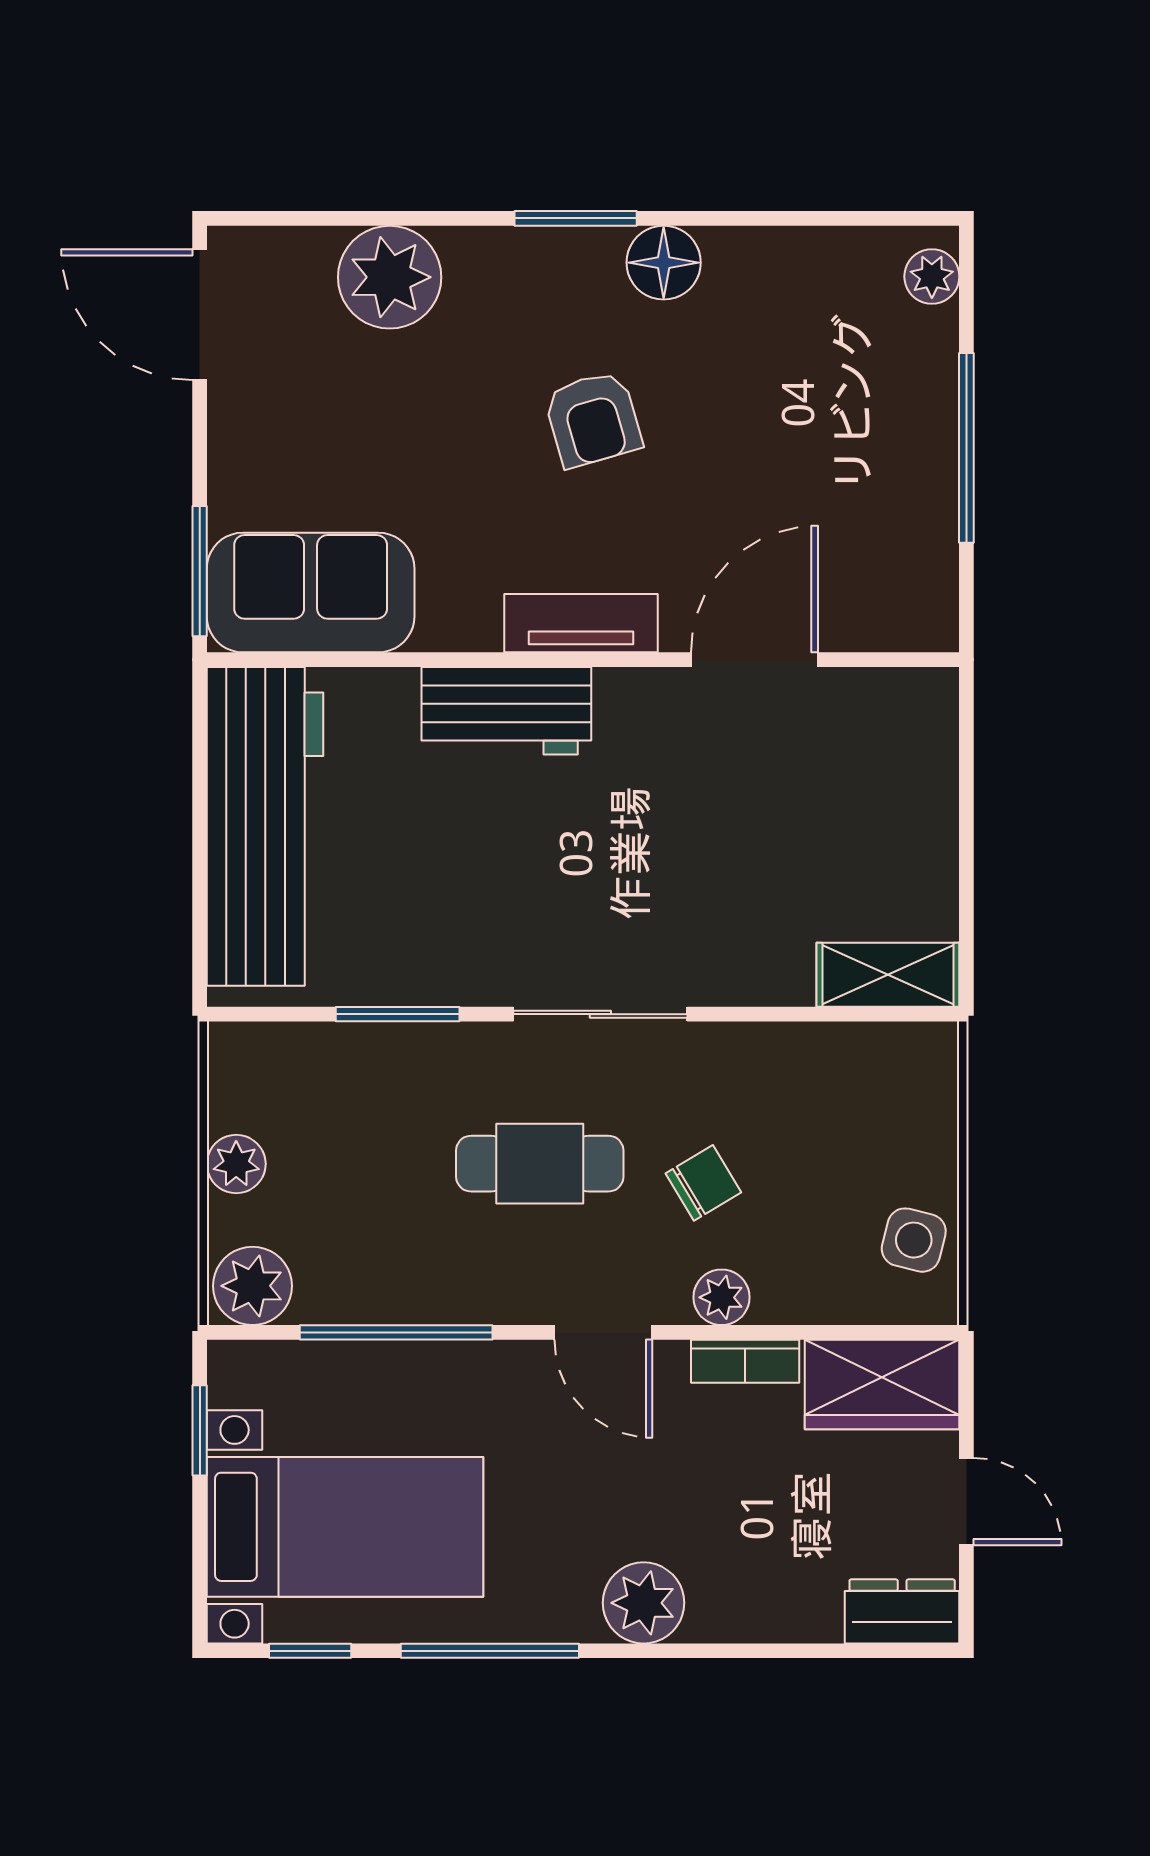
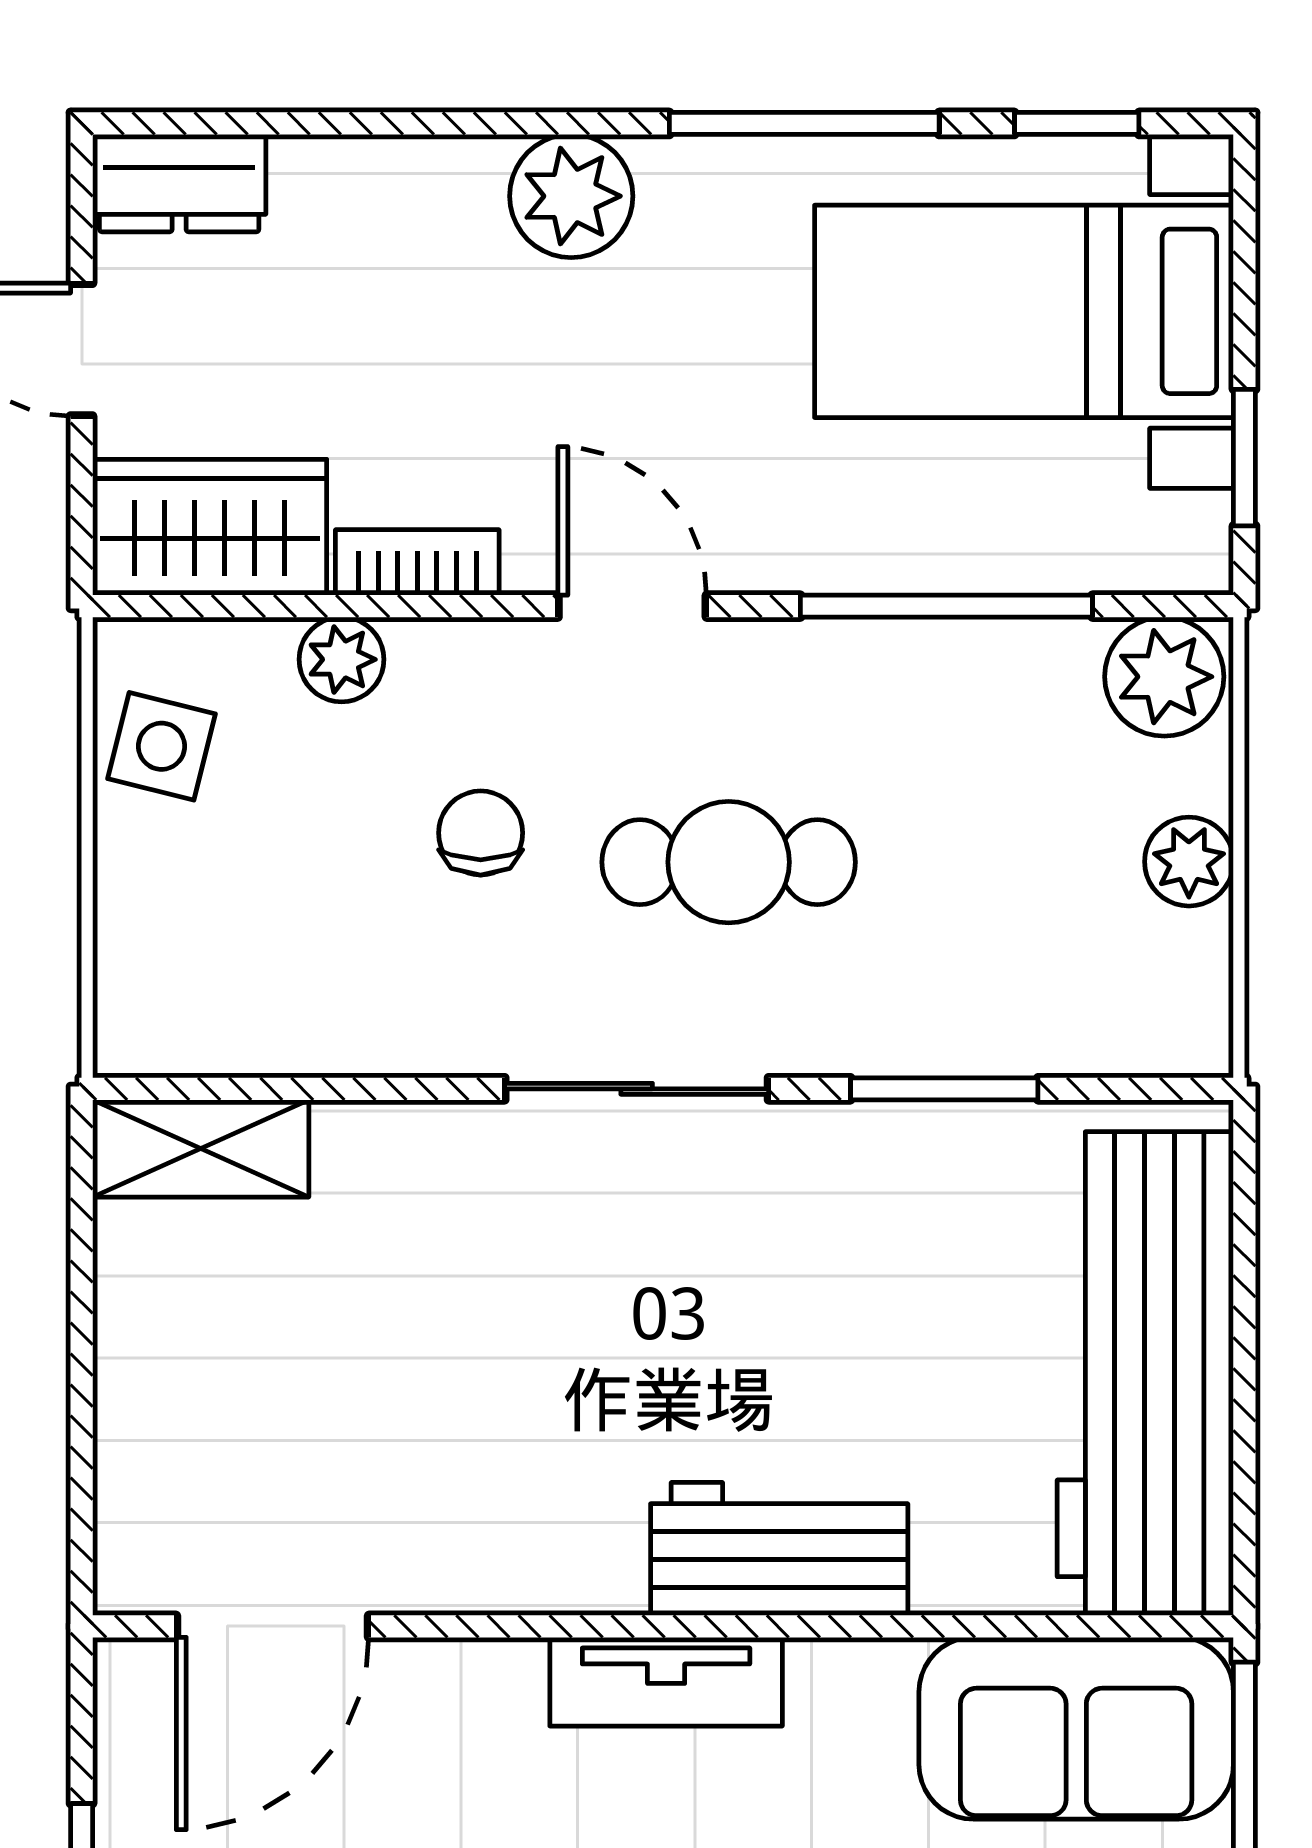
door: (755, 660) -> (272, 1626), moved
chair: (703, 1183) -> (481, 833), turned 121
plant: (722, 1297) -> (342, 659), moved

